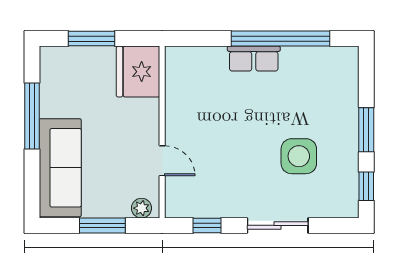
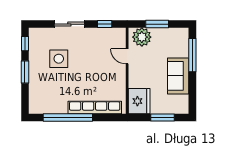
row of seats: (254, 59) -> (95, 108), width x2.02
window: (32, 116) -> (192, 55), moved
sofa: (60, 168) -> (178, 76), moved, width x0.73
plant: (141, 208) -> (142, 37), width x1.88, depth x1.88

